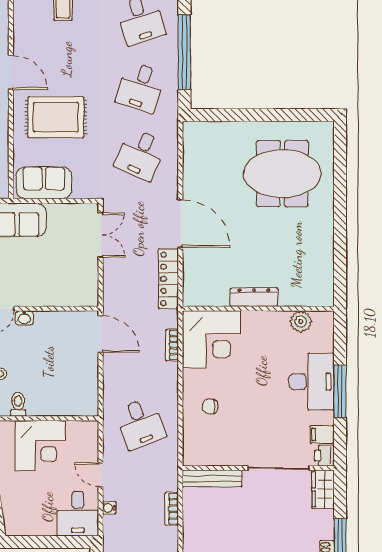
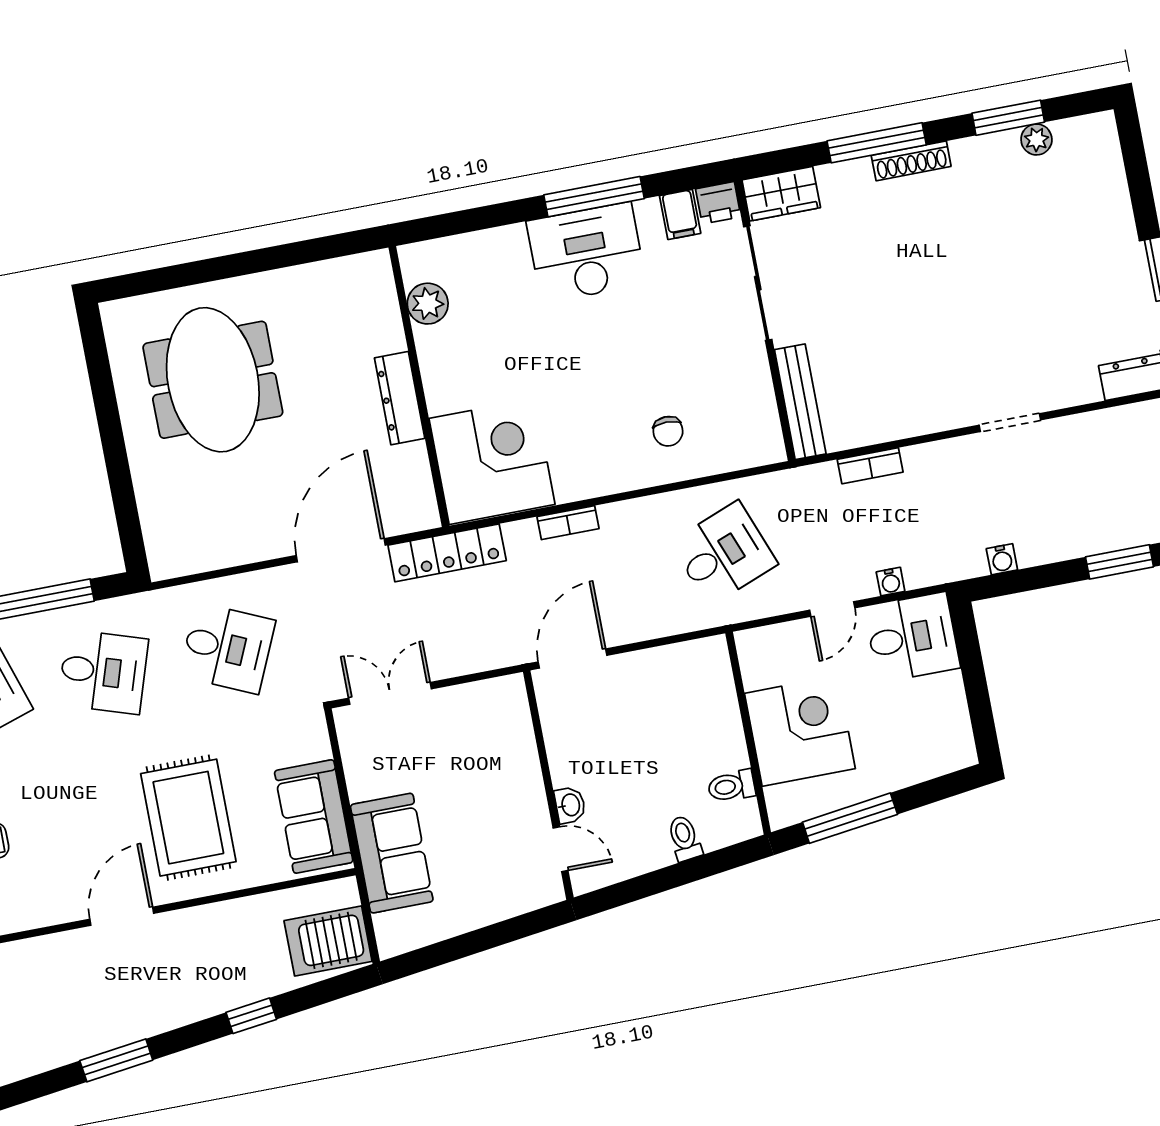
dresser: (254, 297) -> (400, 398), moved
wall: (258, 309) -> (419, 387), moved
plant: (301, 321) -> (428, 304), moved
corner desk: (212, 339) -> (492, 461), moved

